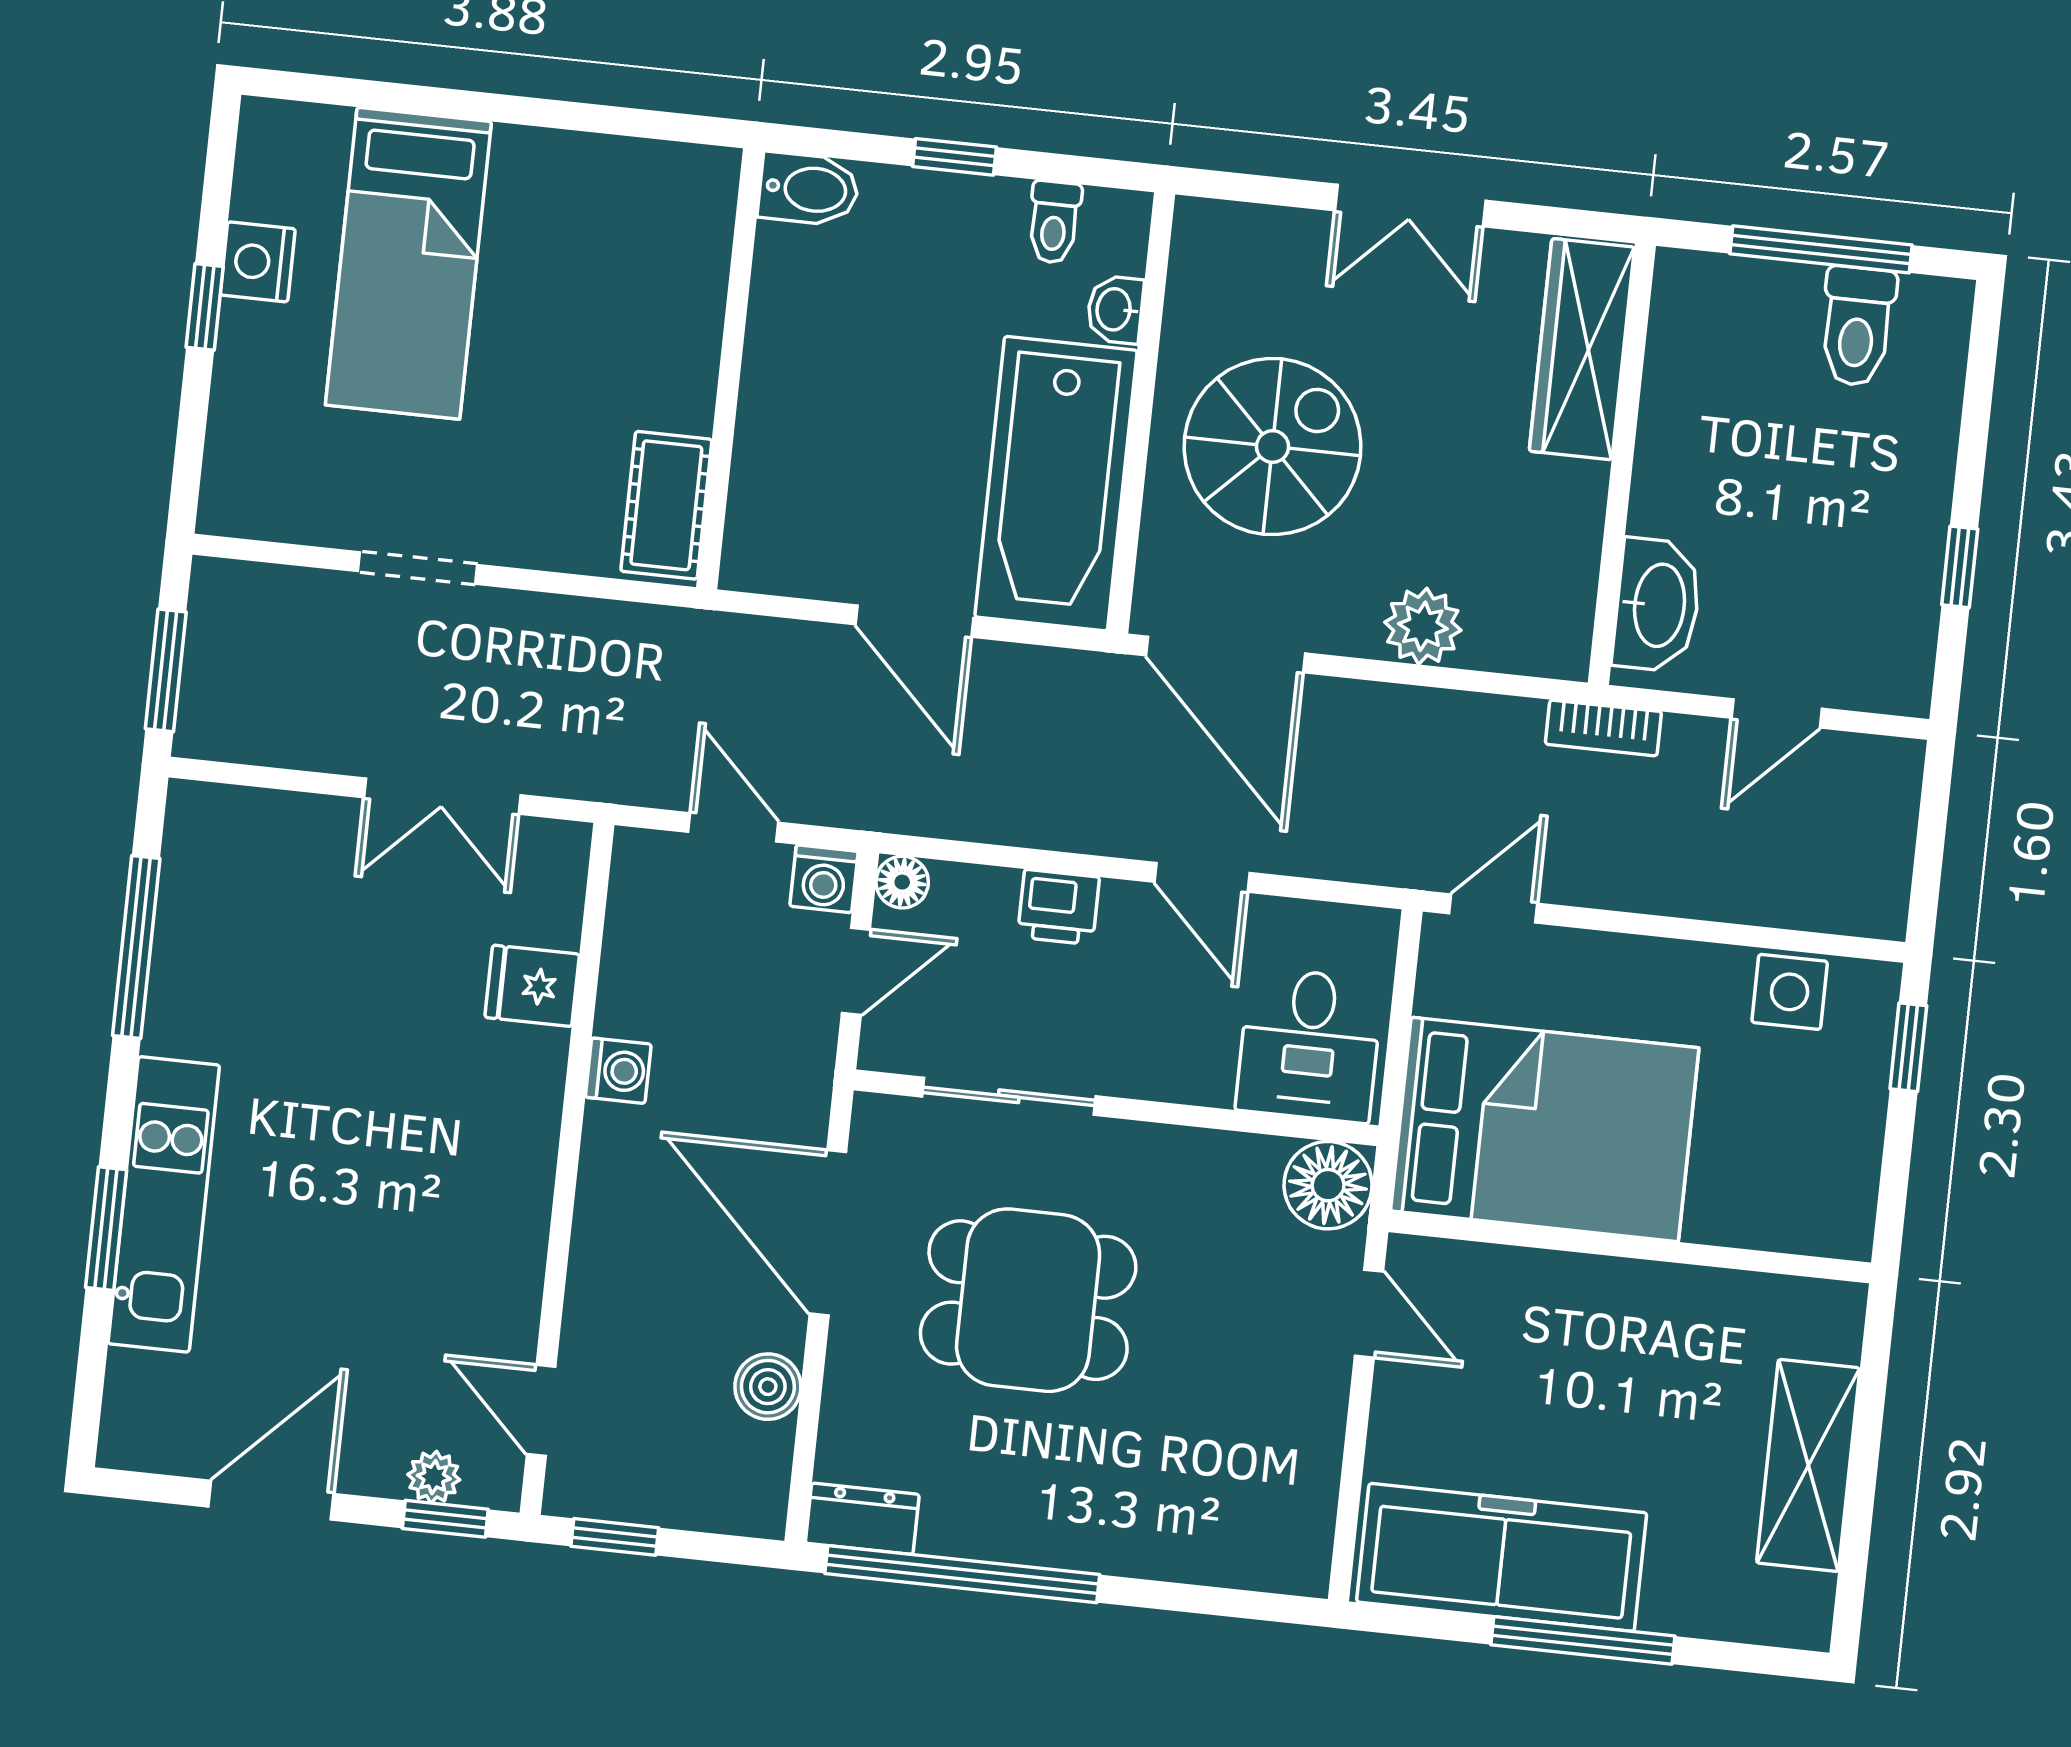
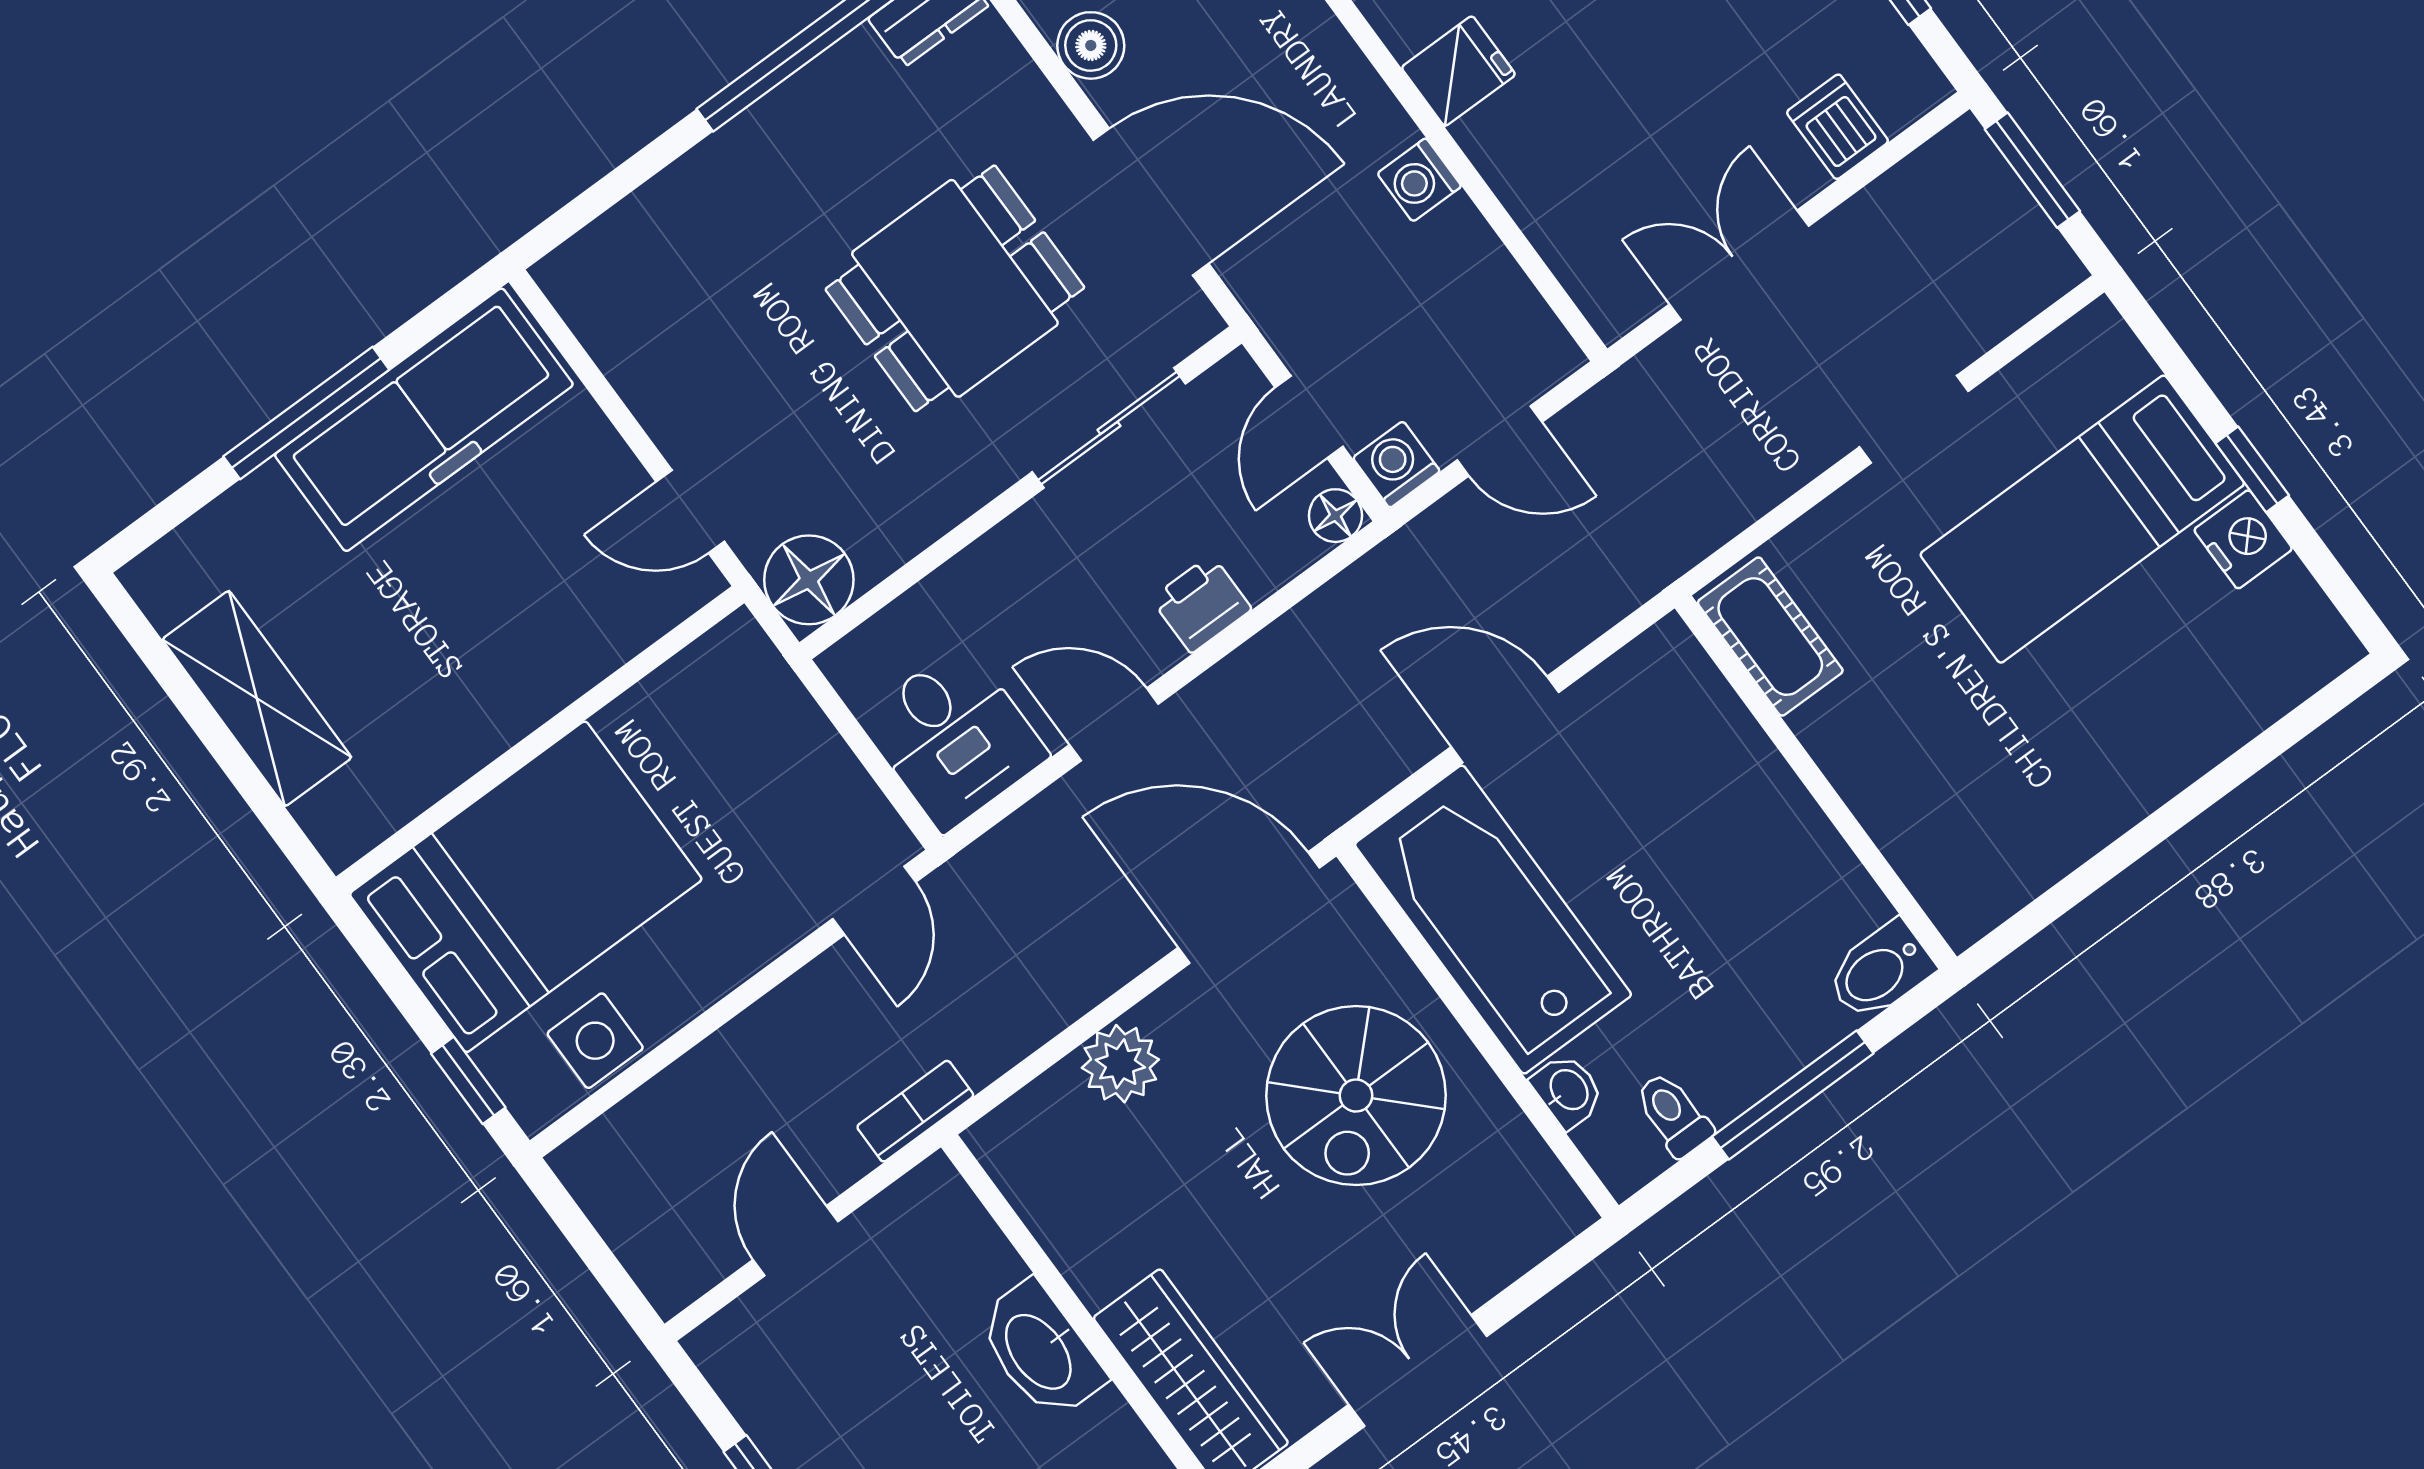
window: (954, 157) -> (1793, 1095), width x2.17
bed: (408, 263) -> (2082, 519), moved, turned -90
washbasin: (1657, 605) -> (1040, 1350), moved
dishwasher: (279, 831) -> (1838, 127), added
fridge: (532, 986) -> (1458, 71), moved
desk: (1309, 1045) -> (954, 737), moved, turned 180
bed: (1545, 1129) -> (526, 887), moved, turned 180

